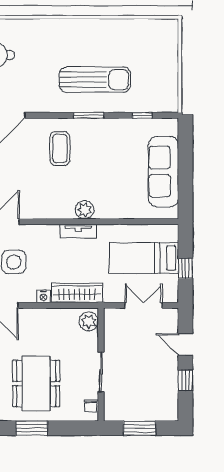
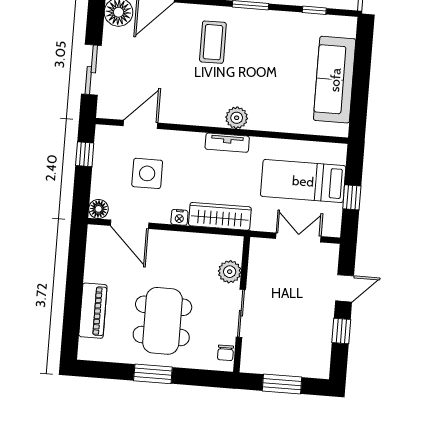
plant: (89, 321) -> (230, 272), moved
door: (185, 345) -> (345, 288), swing flipped

